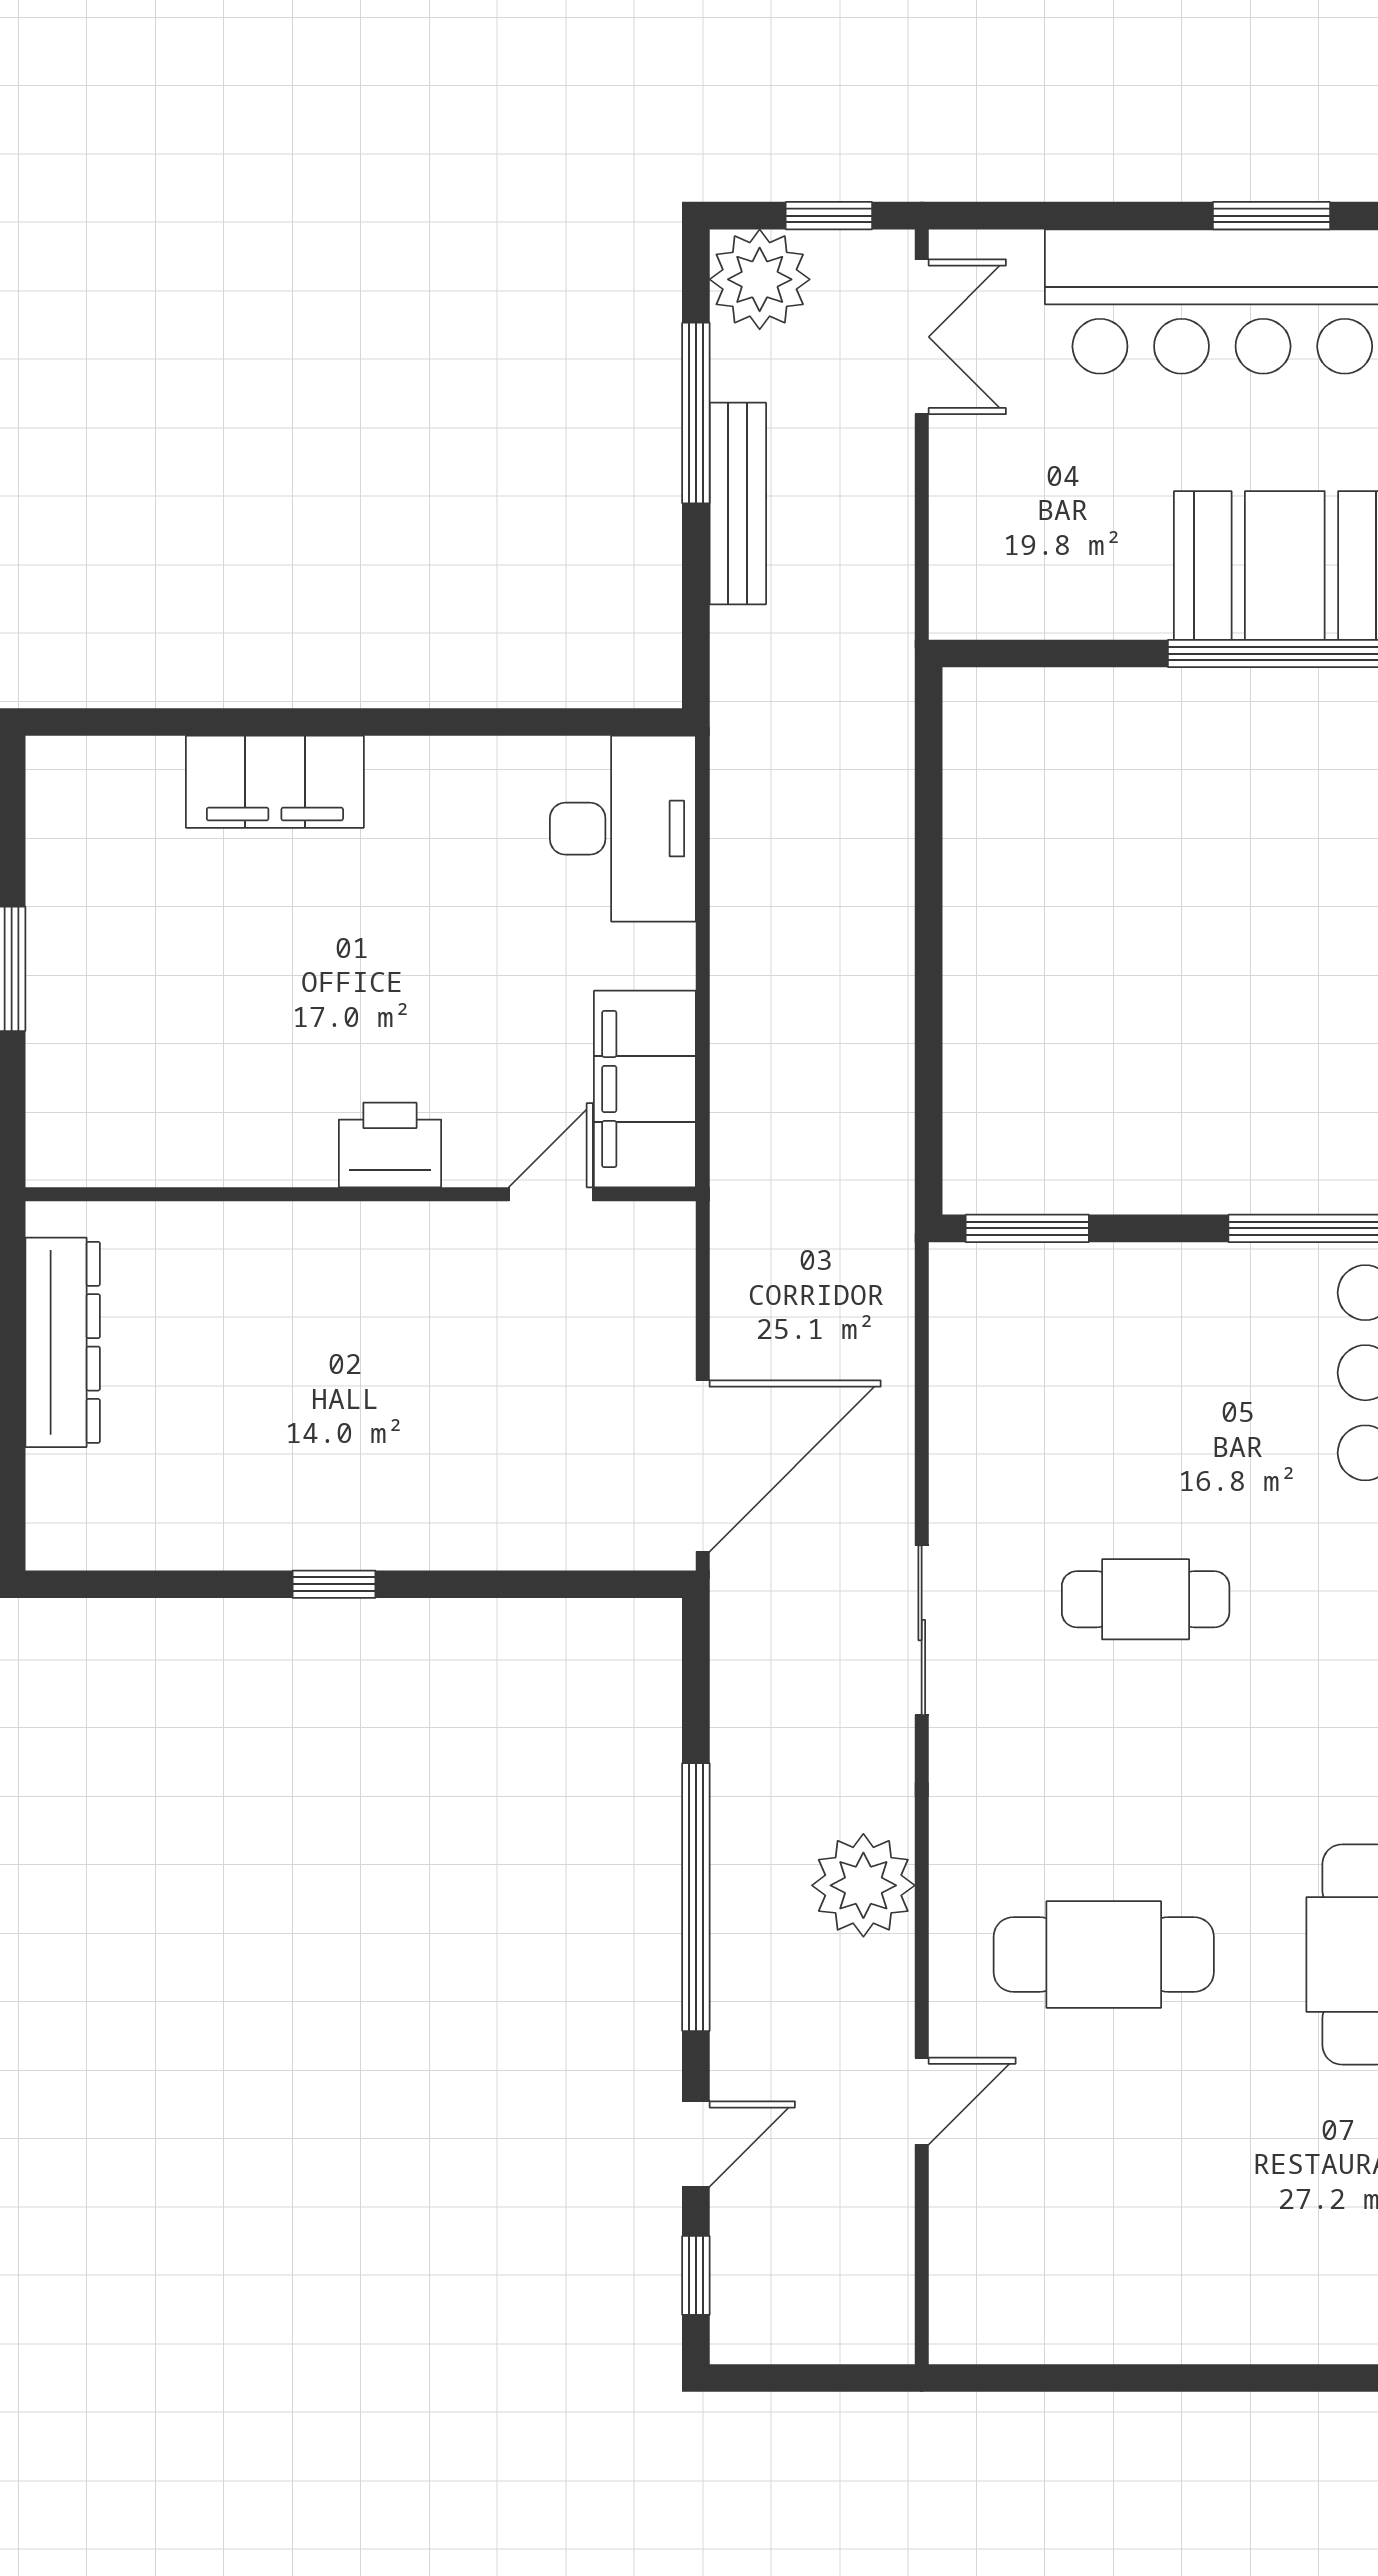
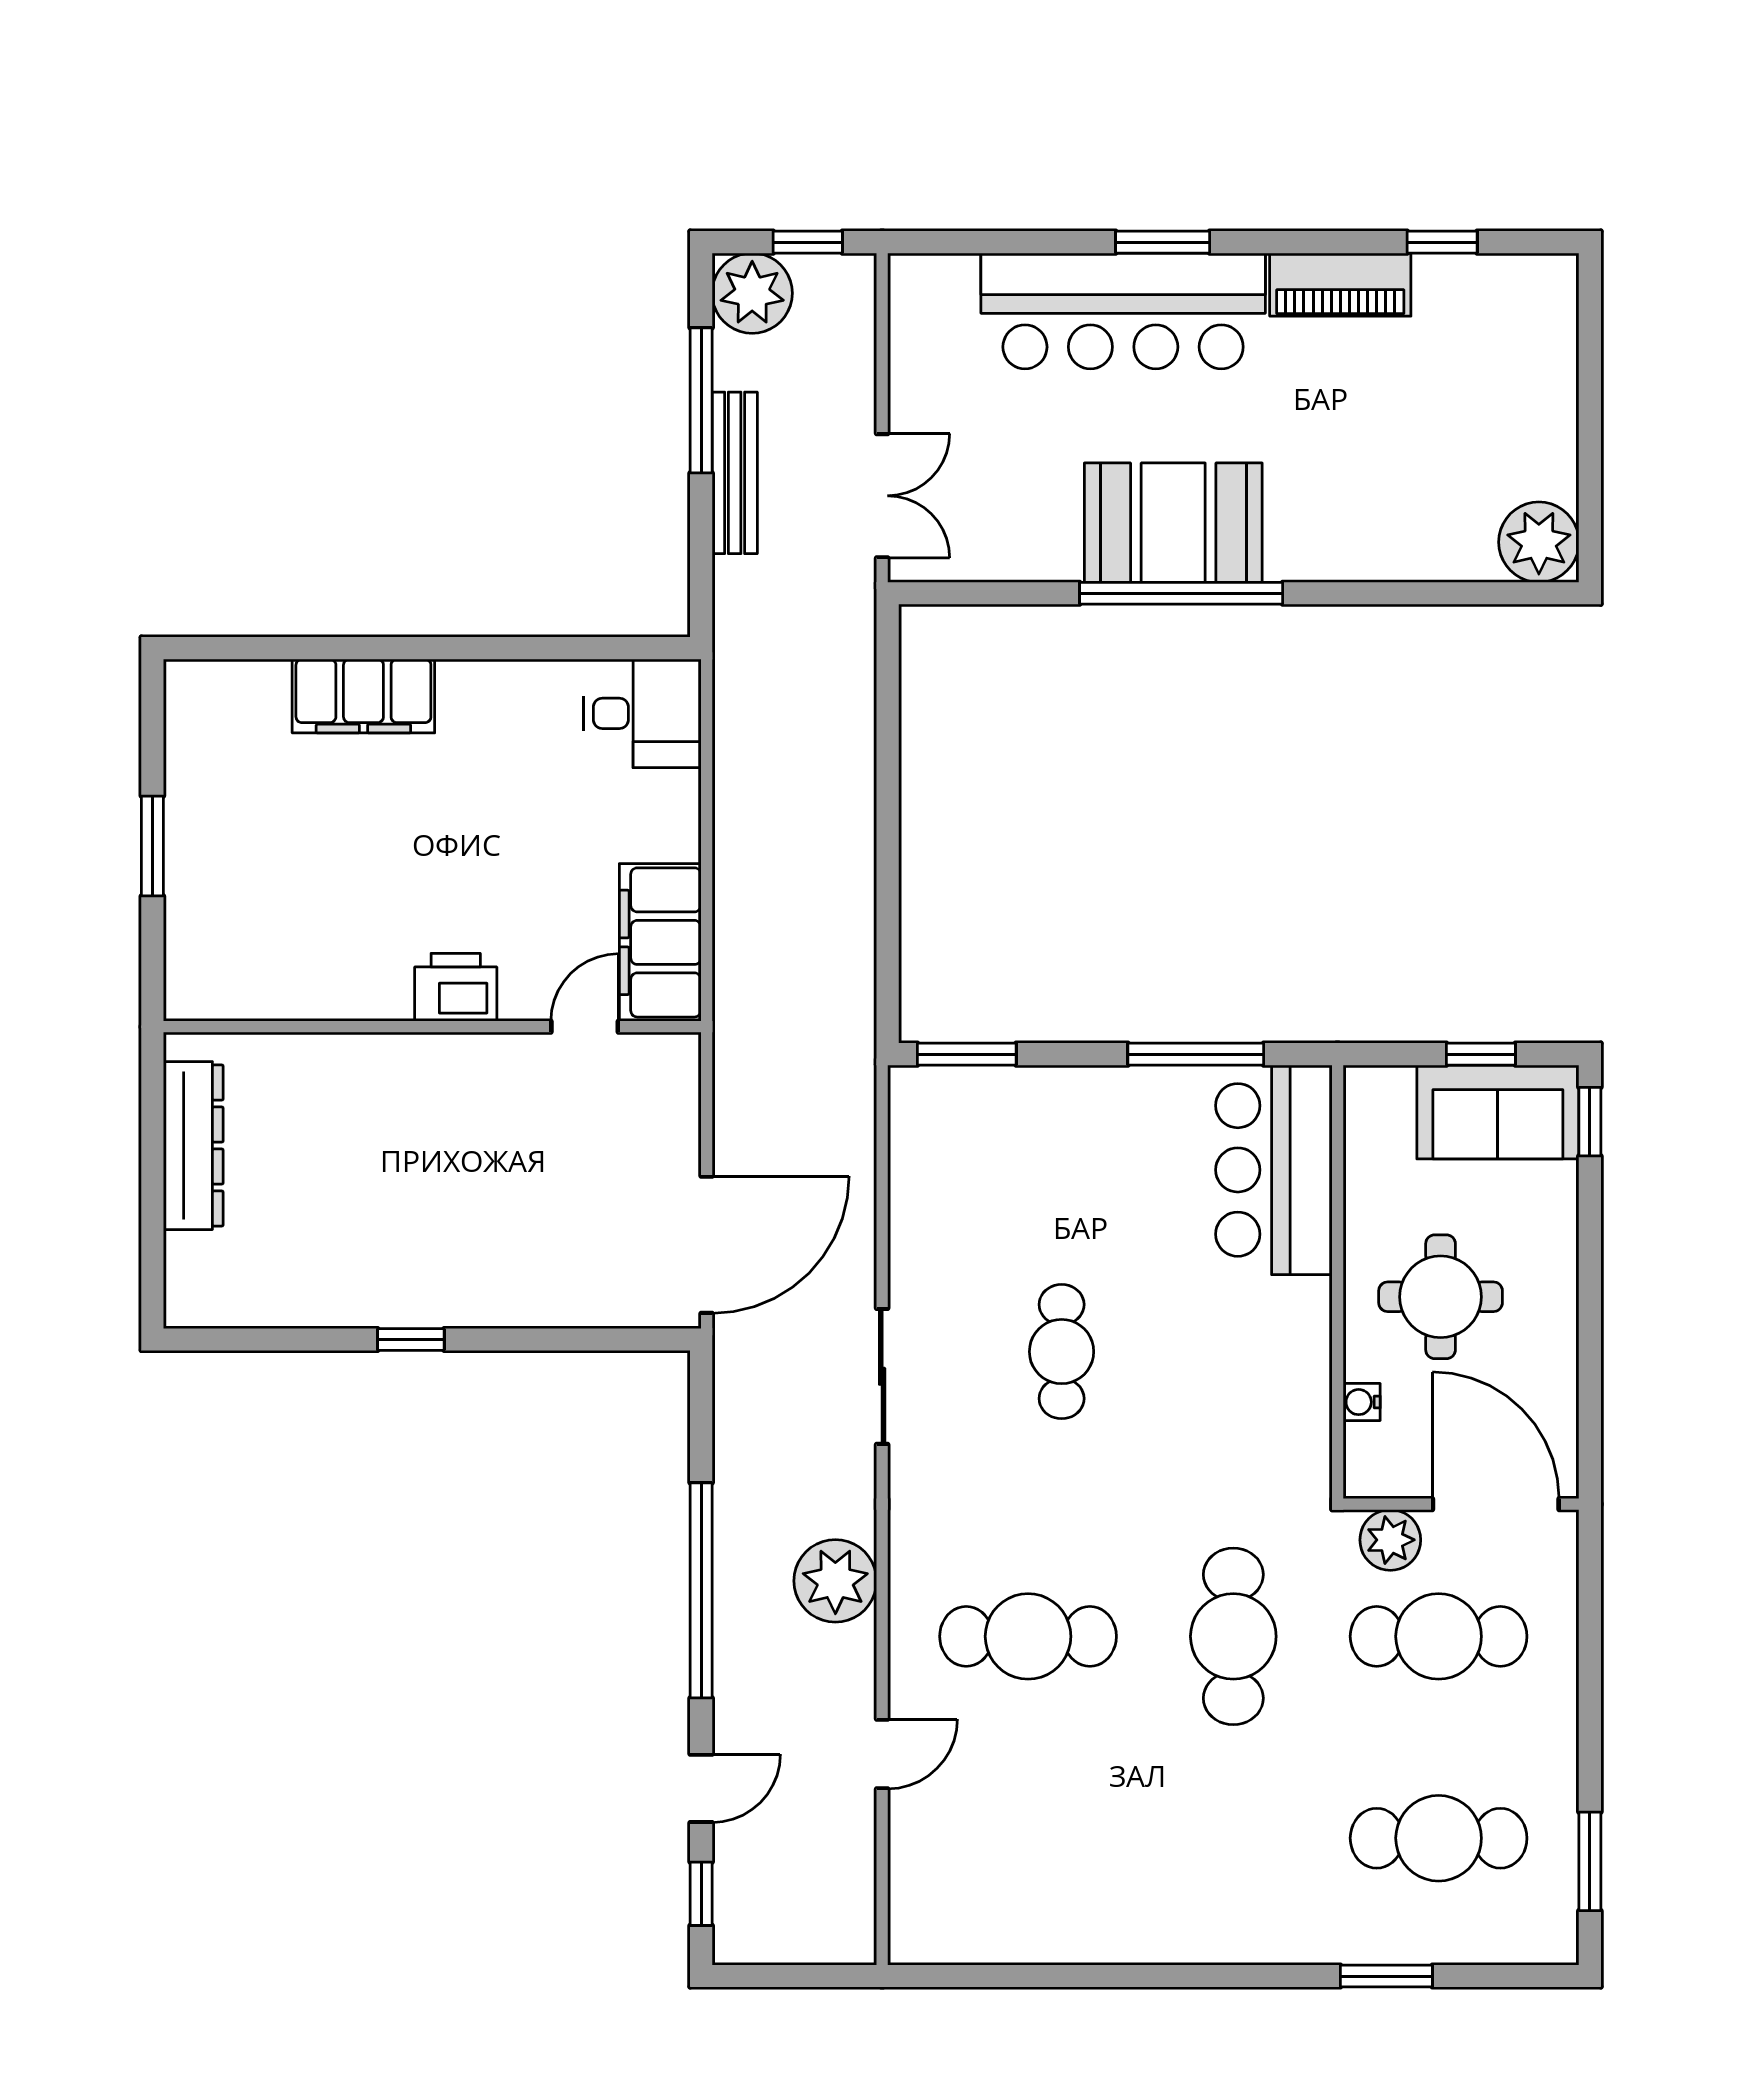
double door: (922, 337) -> (882, 496), moved
desk: (623, 829) -> (642, 713), width x0.73
cafe table: (1146, 1599) -> (1062, 1352), turned 90

